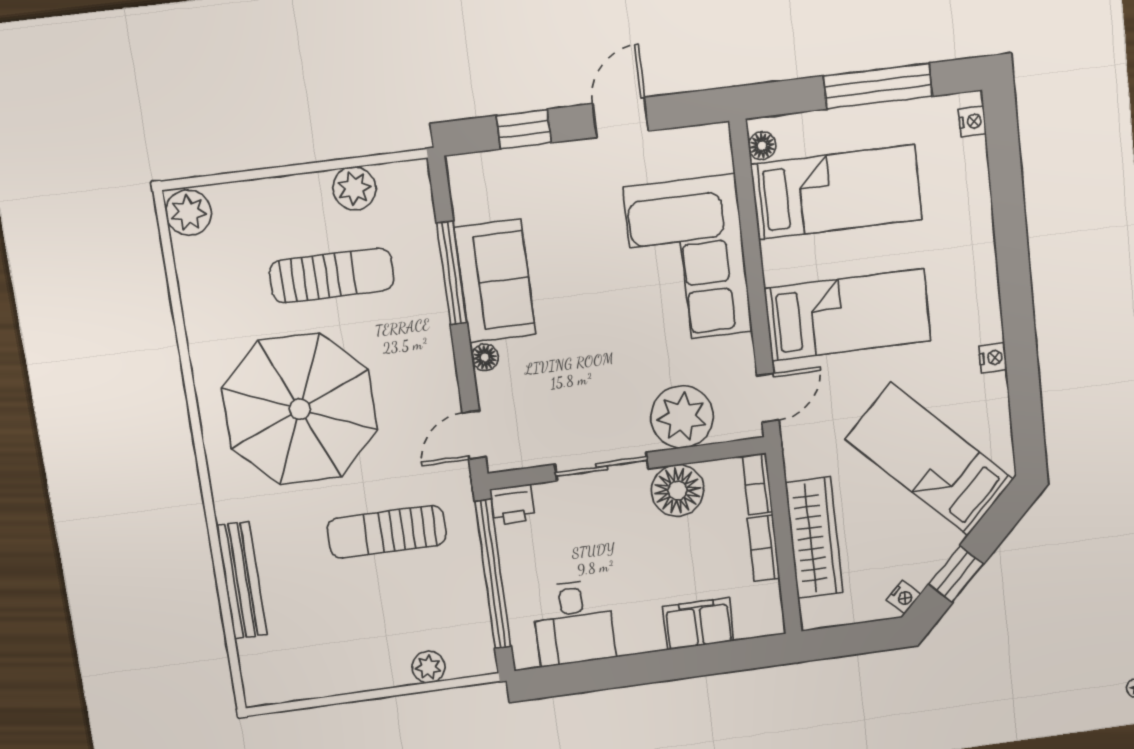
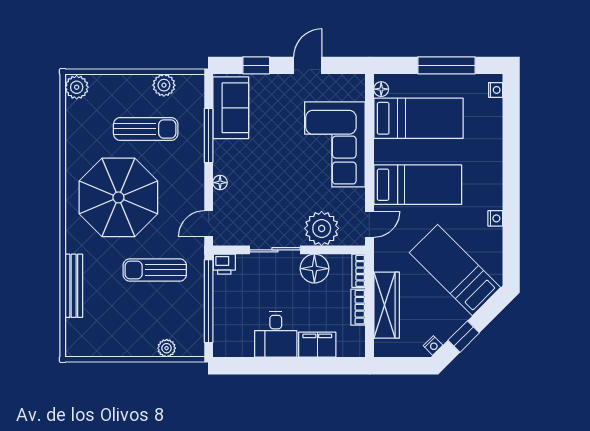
sofa: (495, 281) -> (231, 108), moved
desk: (574, 623) -> (276, 334), moved

